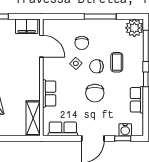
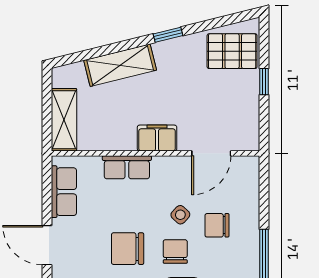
filing cabinet: (27, 26) -> (157, 138), moved, turned 90
shelving: (33, 118) -> (64, 120), moved, turned 90

